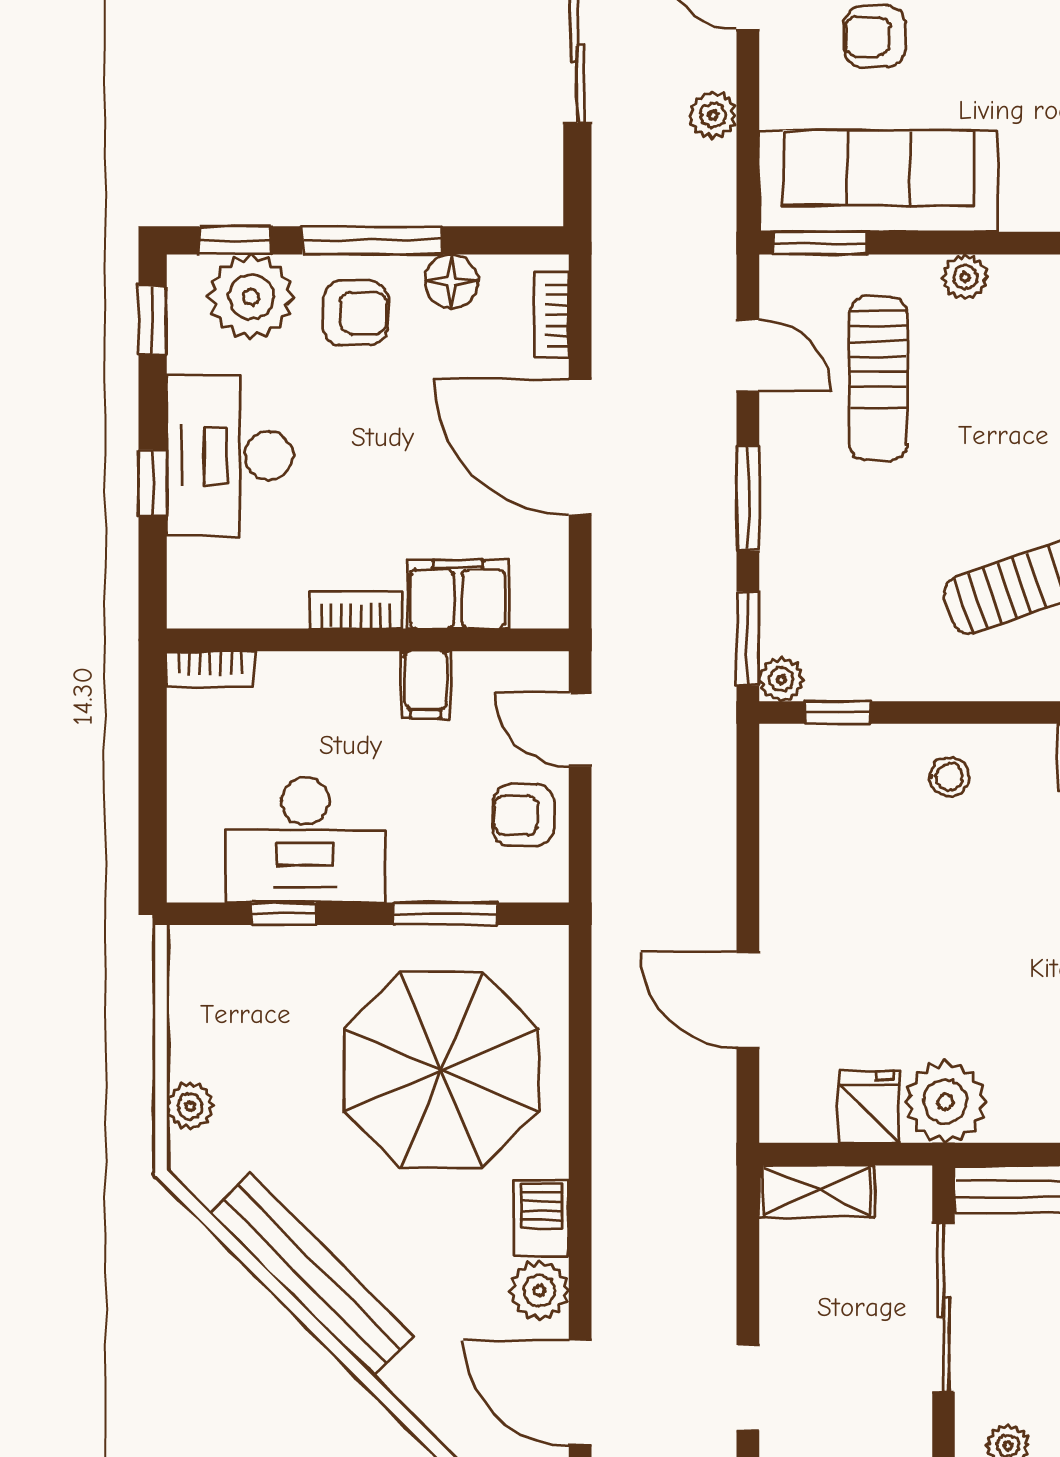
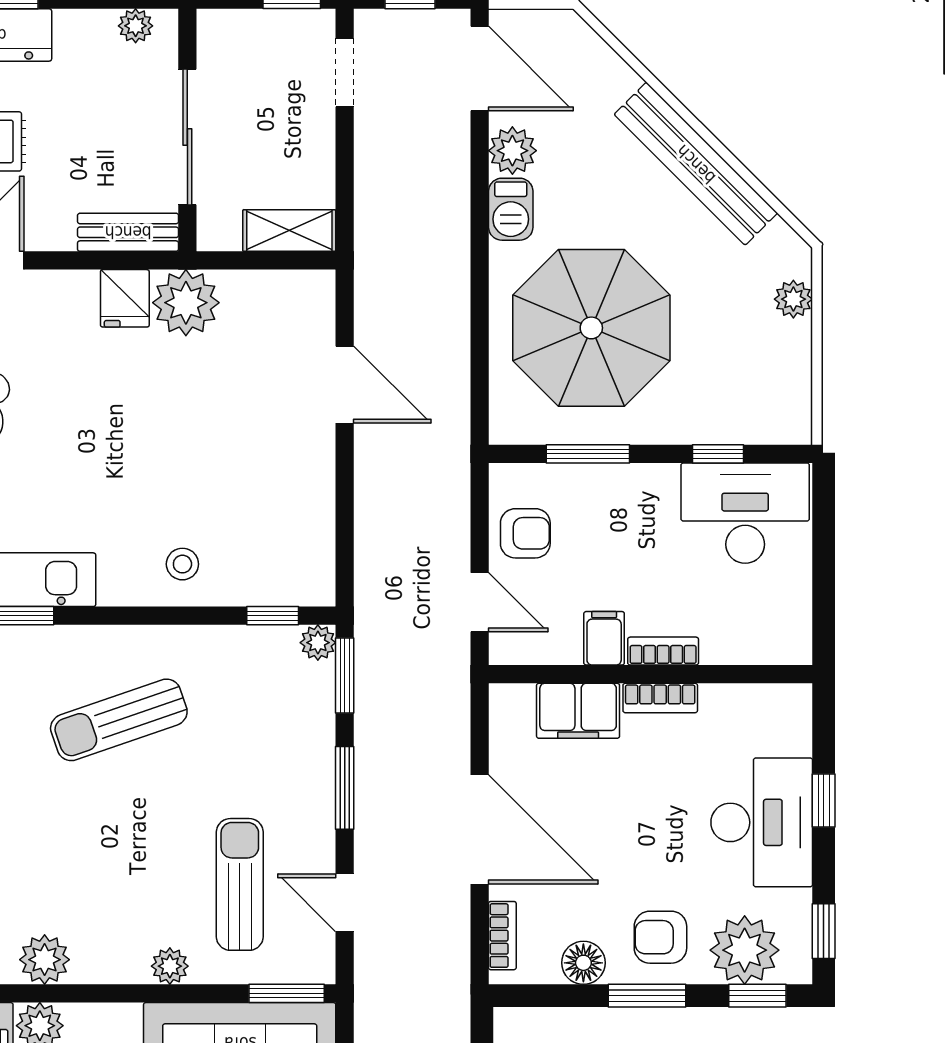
window: (372, 240) -> (647, 996), width x0.69
bookcase: (210, 669) -> (663, 651), moved
desk: (305, 840) -> (745, 513), moved
fridge: (869, 1107) -> (125, 298), moved

